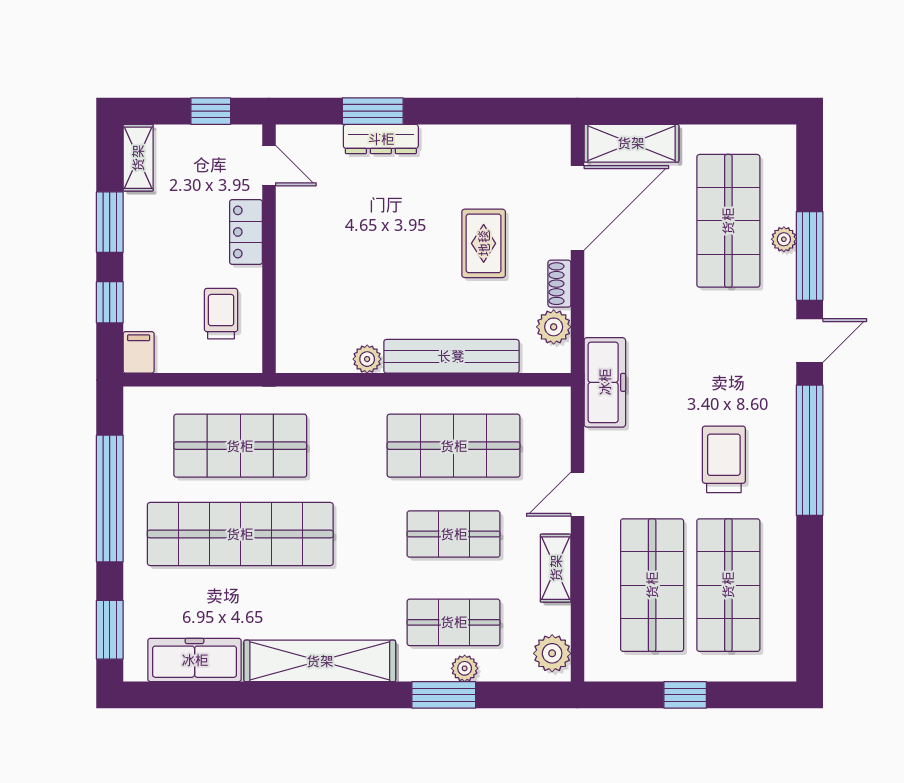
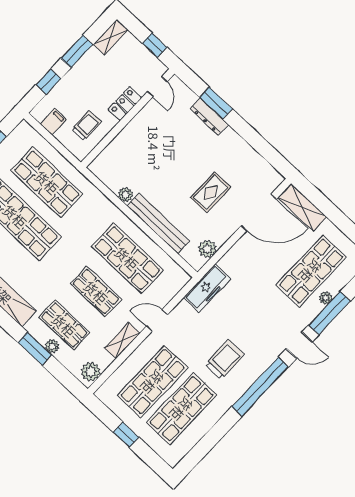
shoe rack: (559, 284) -> (225, 235), removed
filing cabinet: (139, 352) -> (53, 122), moved

